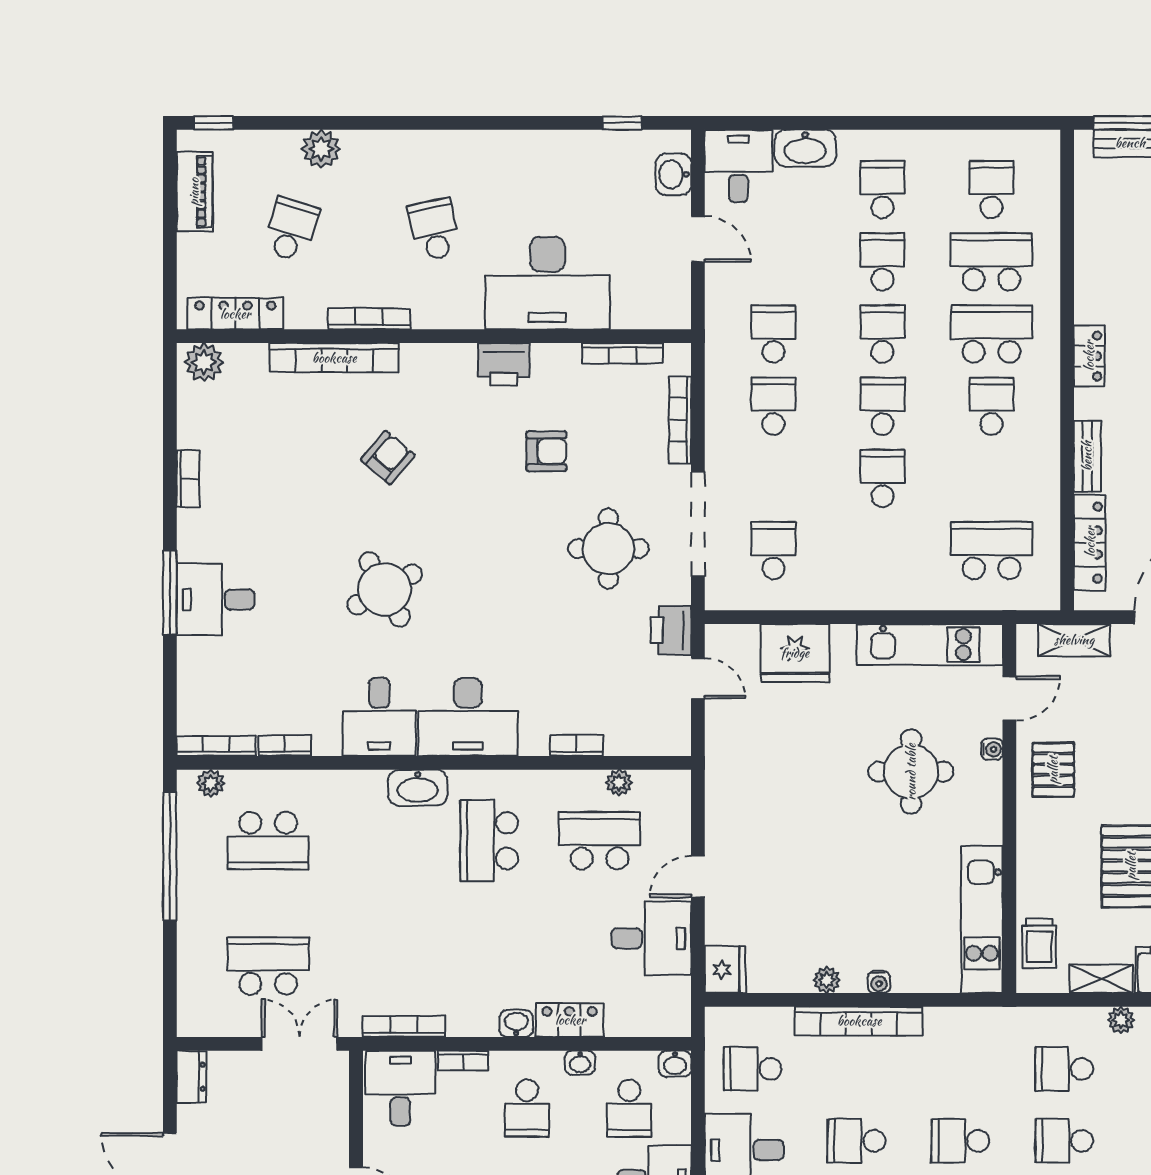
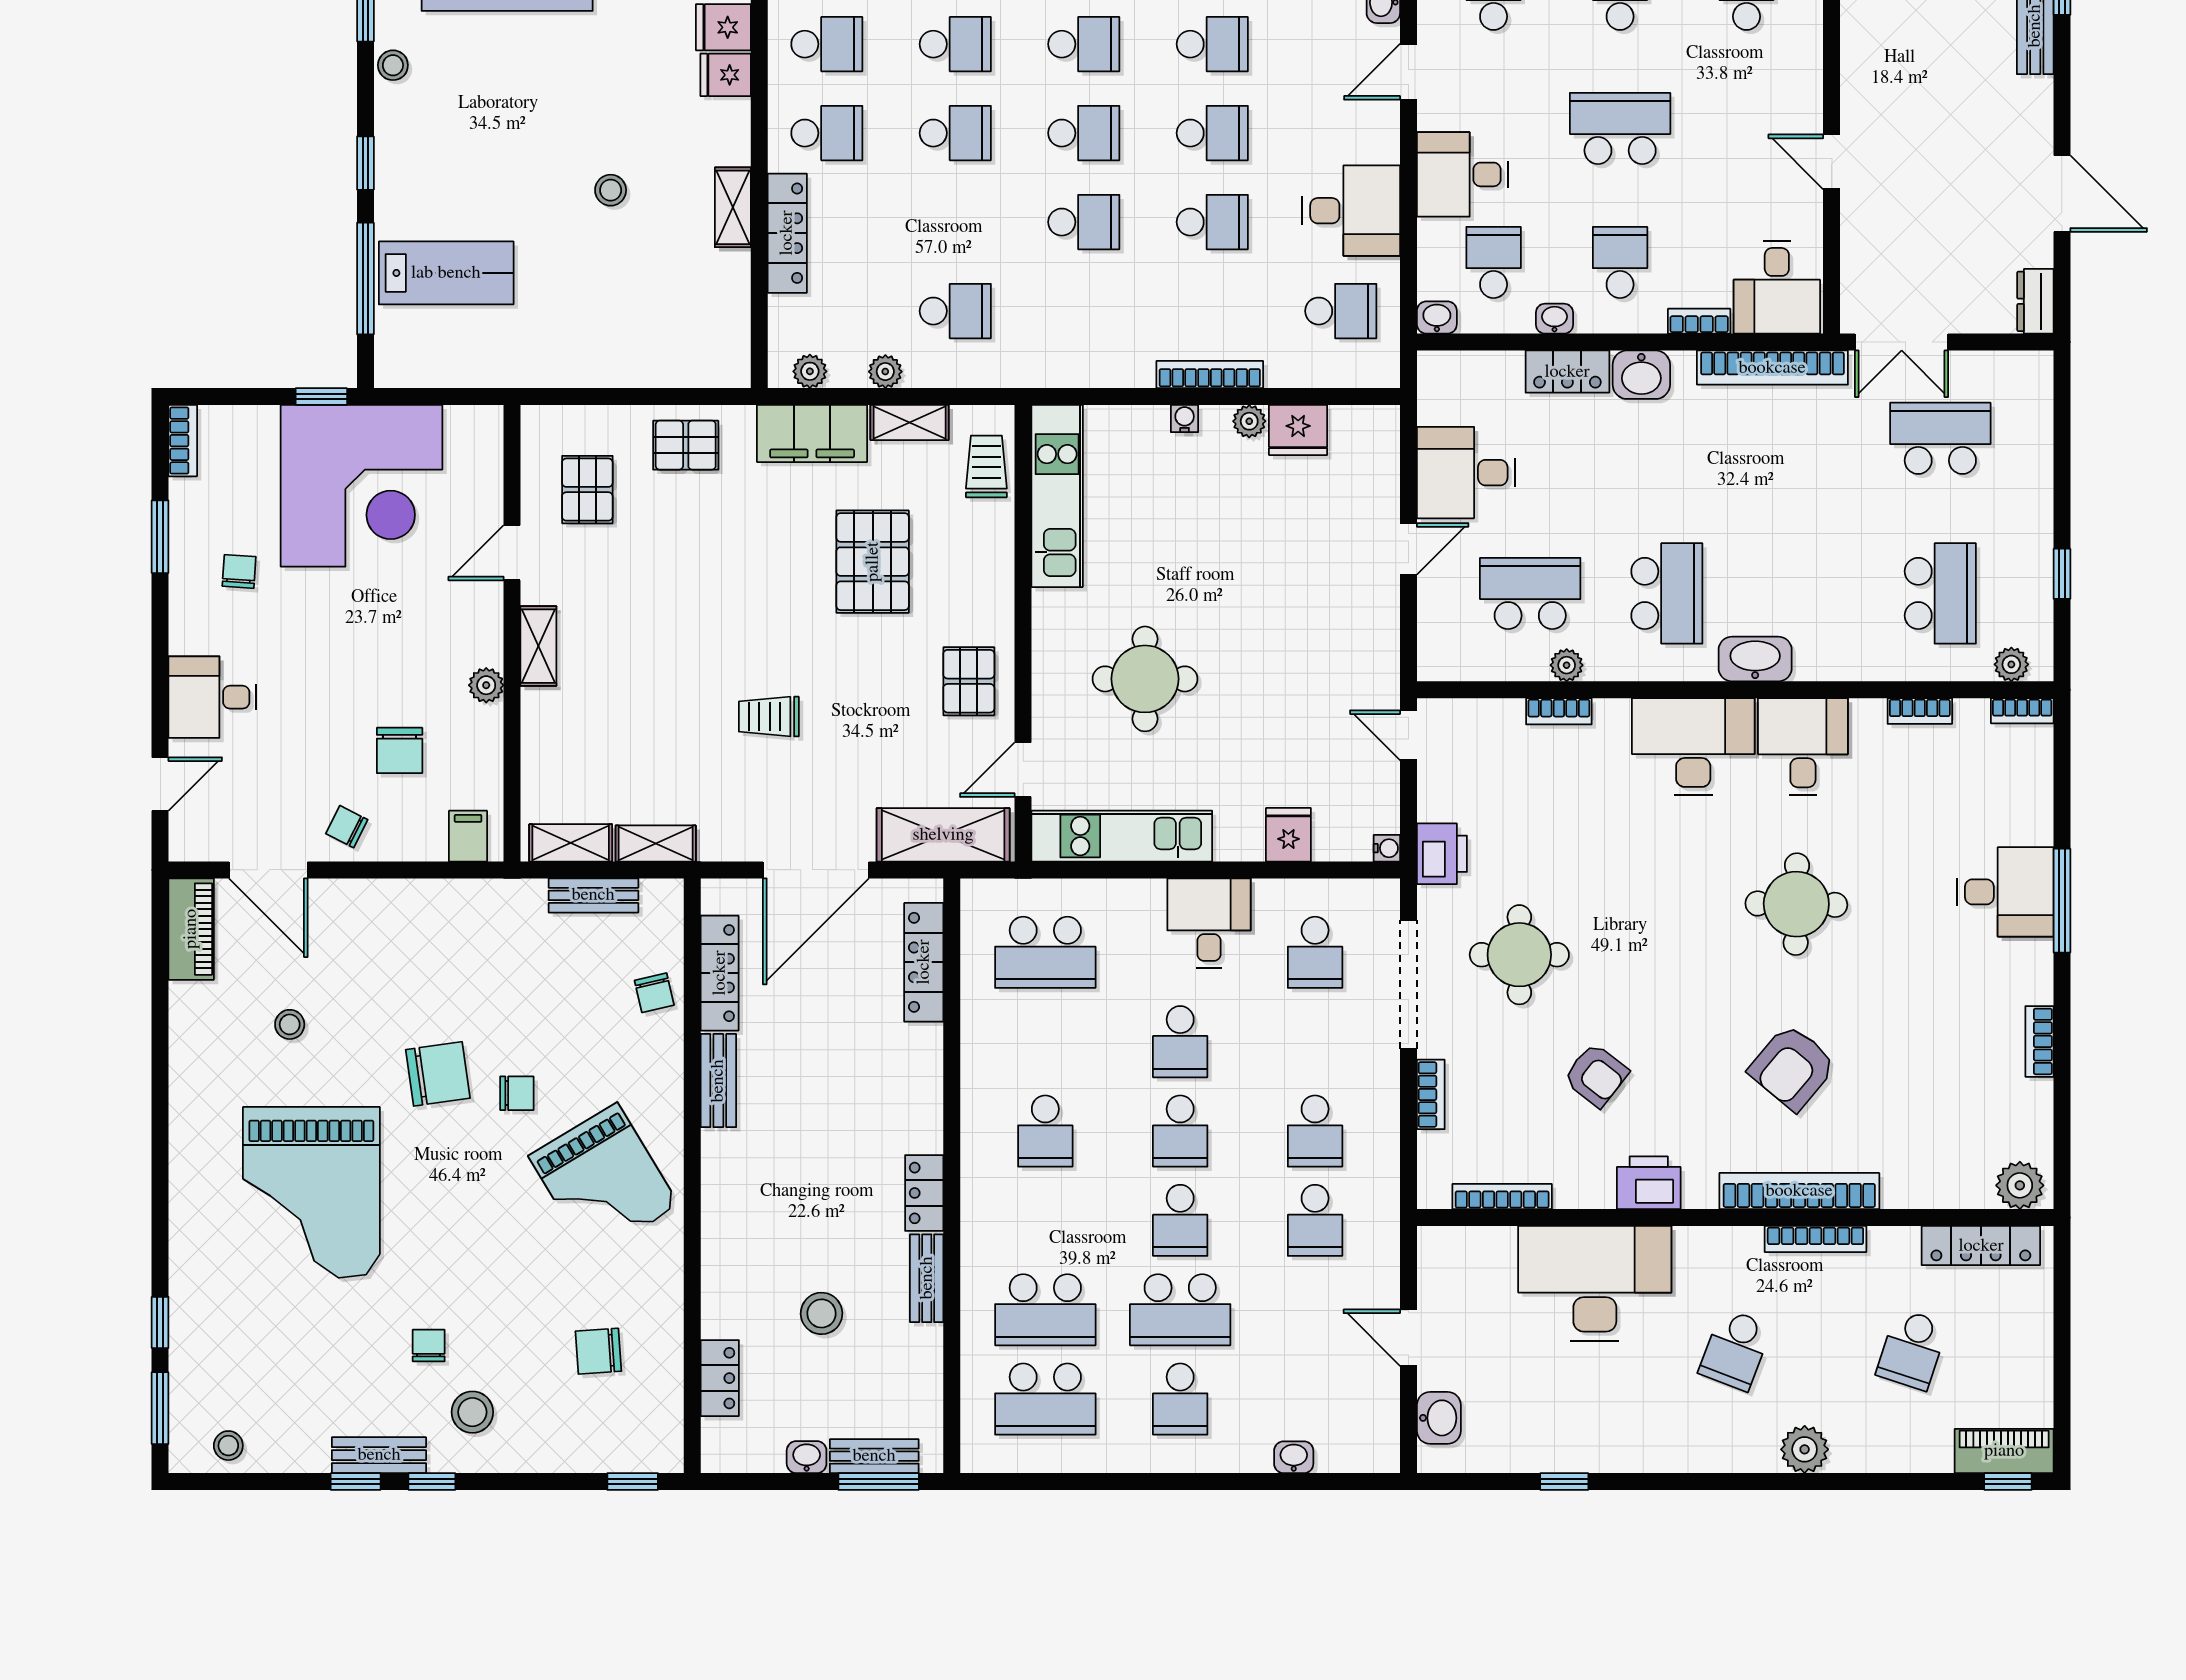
window: (622, 123) -> (1564, 1482), moved
washbasin: (805, 148) -> (1294, 1457), width x0.52, depth x0.69
plant: (321, 149) -> (1805, 1449), moved
desk: (738, 166) -> (1209, 923), moved, turned 180
school desk: (992, 190) -> (1045, 1399), width x1.85
piano: (194, 192) -> (2004, 1451), moved, turned 90
school desk: (434, 230) -> (1735, 1350), turned 33
school desk: (883, 262) -> (1180, 1310), width x1.85
school desk: (992, 334) -> (1045, 1220), removed
bookcase: (334, 358) -> (1799, 1191), moved
bookcase: (680, 420) -> (1431, 1094), width x0.64
armchair: (546, 451) -> (1596, 1075), turned -142
bench: (1087, 456) -> (927, 1278), moved
armchair: (388, 458) -> (1792, 1067), width x1.38, depth x1.38
round table: (385, 590) -> (1796, 904), turned 30
shelving: (1074, 640) -> (943, 835), width x1.50, depth x1.33
fridge: (795, 653) -> (1288, 835), width x0.53, depth x0.75
door: (698, 678) -> (1408, 735), moved
bookcase: (216, 746) -> (2022, 711), width x0.64
water cooler: (992, 749) -> (1387, 848), moved, turned 180
plant: (619, 783) -> (1567, 665), moved
school desk: (268, 841) -> (1940, 593), turned 90
school desk: (600, 841) -> (1530, 593), turned 180
window: (170, 857) -> (2062, 574), width x0.32
school desk: (268, 966) -> (1940, 438), turned 180
fridge: (725, 969) -> (1298, 430), moved, turned -90
bookcase: (859, 1021) -> (1210, 374), width x0.68, depth x0.76
washbasin: (516, 1023) -> (1641, 375), width x1.38, depth x1.45
bookcase: (404, 1027) -> (1772, 368), width x1.48, depth x1.31
school desk: (1064, 1141) -> (955, 222), removed

